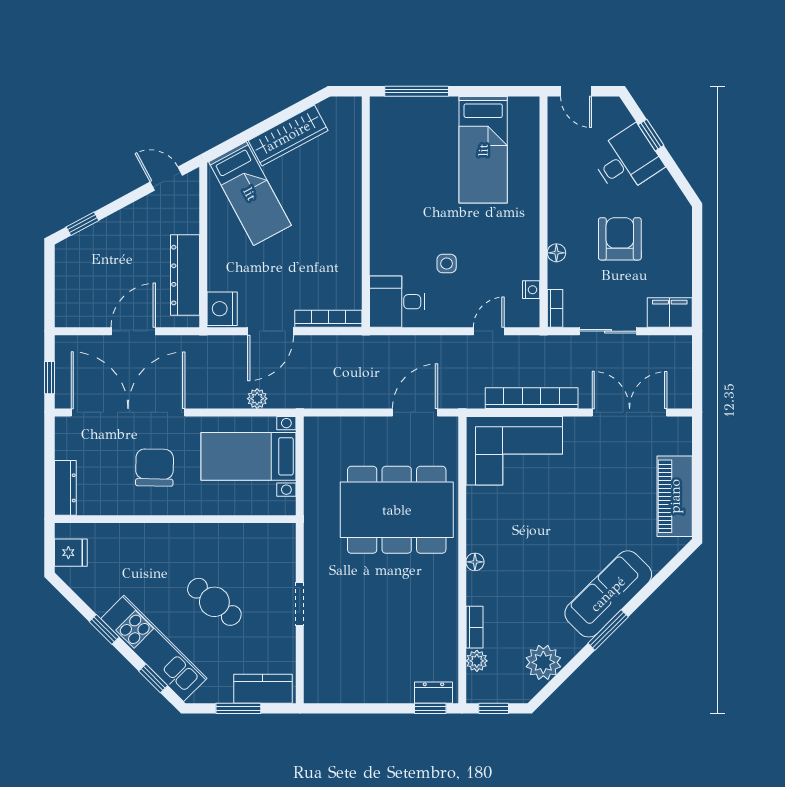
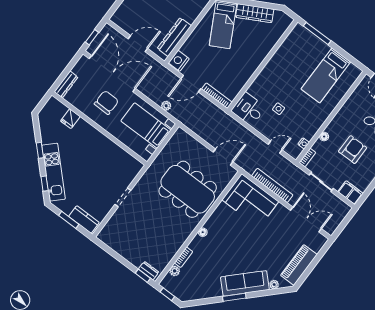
fridge: (71, 553) -> (70, 119), moved, turned 90
cafe table: (214, 602) -> (90, 172), removed
plant: (543, 662) -> (274, 285), moved, width x0.53, depth x0.53

